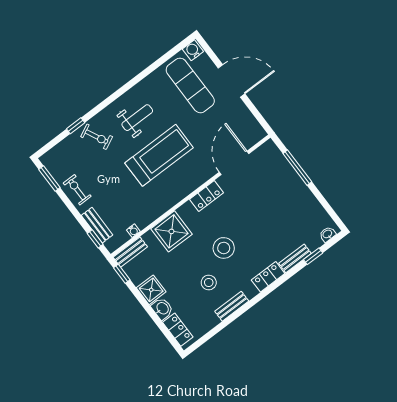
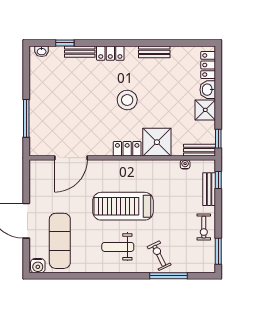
window: (76, 126) -> (169, 276), width x2.17
locker: (206, 196) -> (127, 149), moved
stool: (209, 283) -> (158, 83), removed

